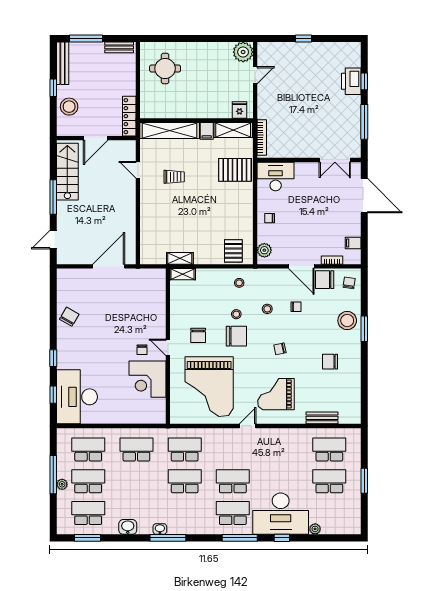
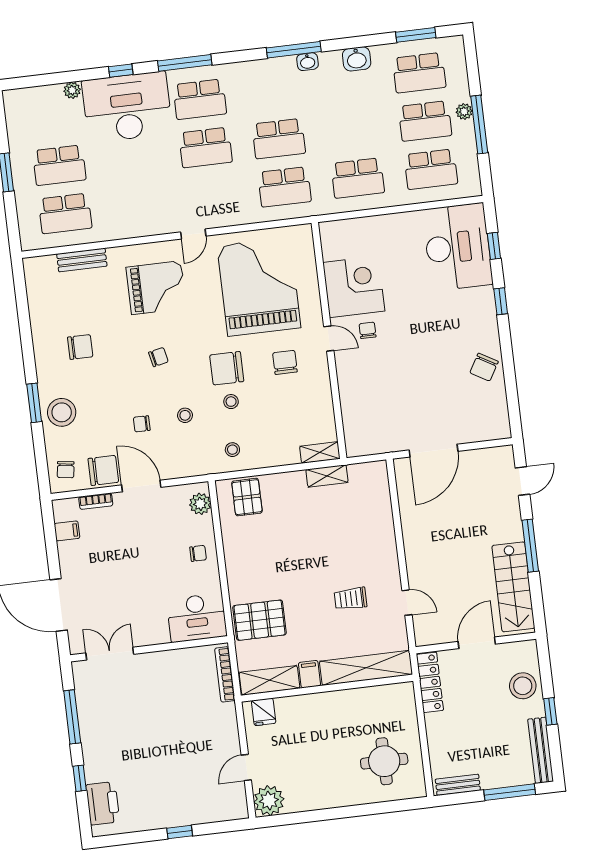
printer: (351, 81) -> (103, 803), moved

